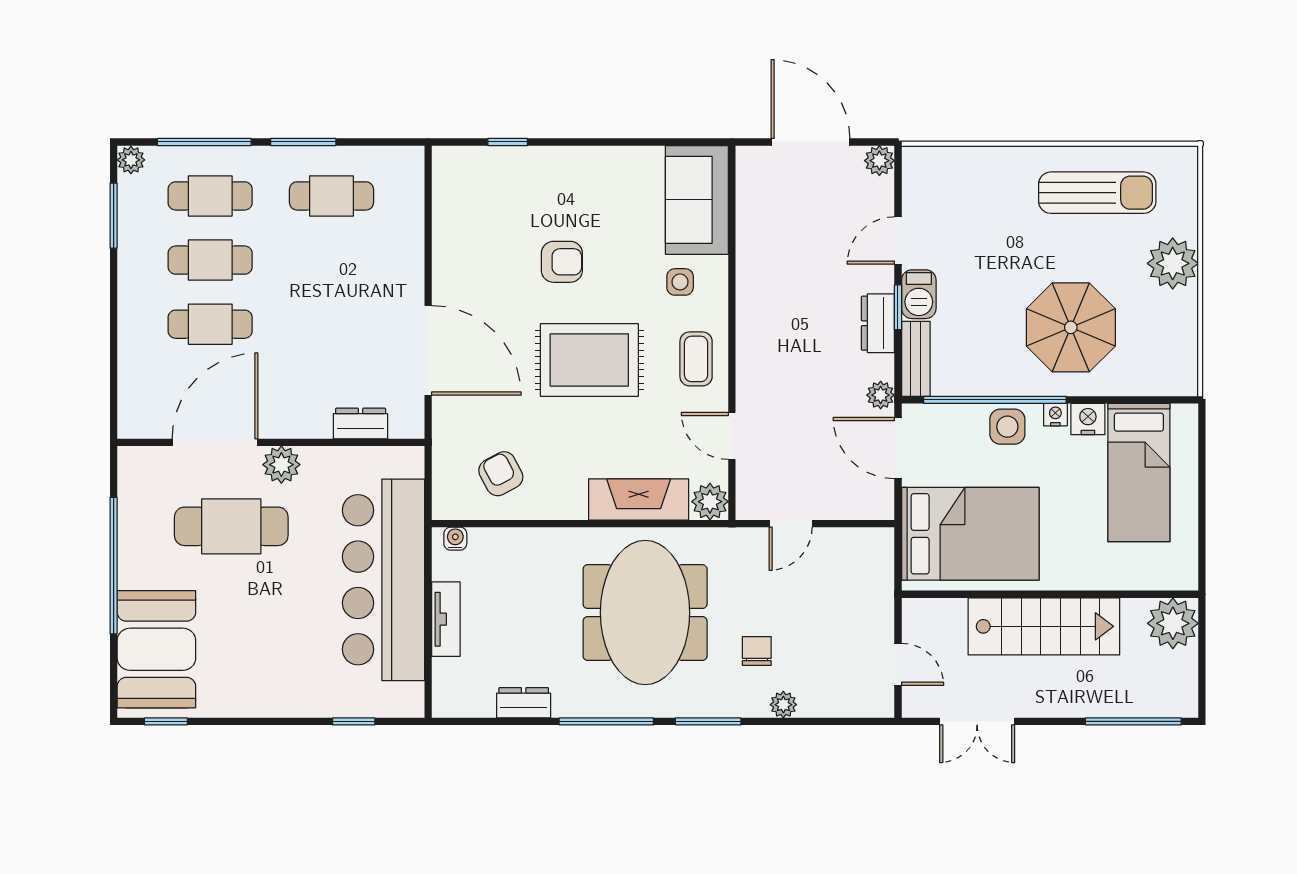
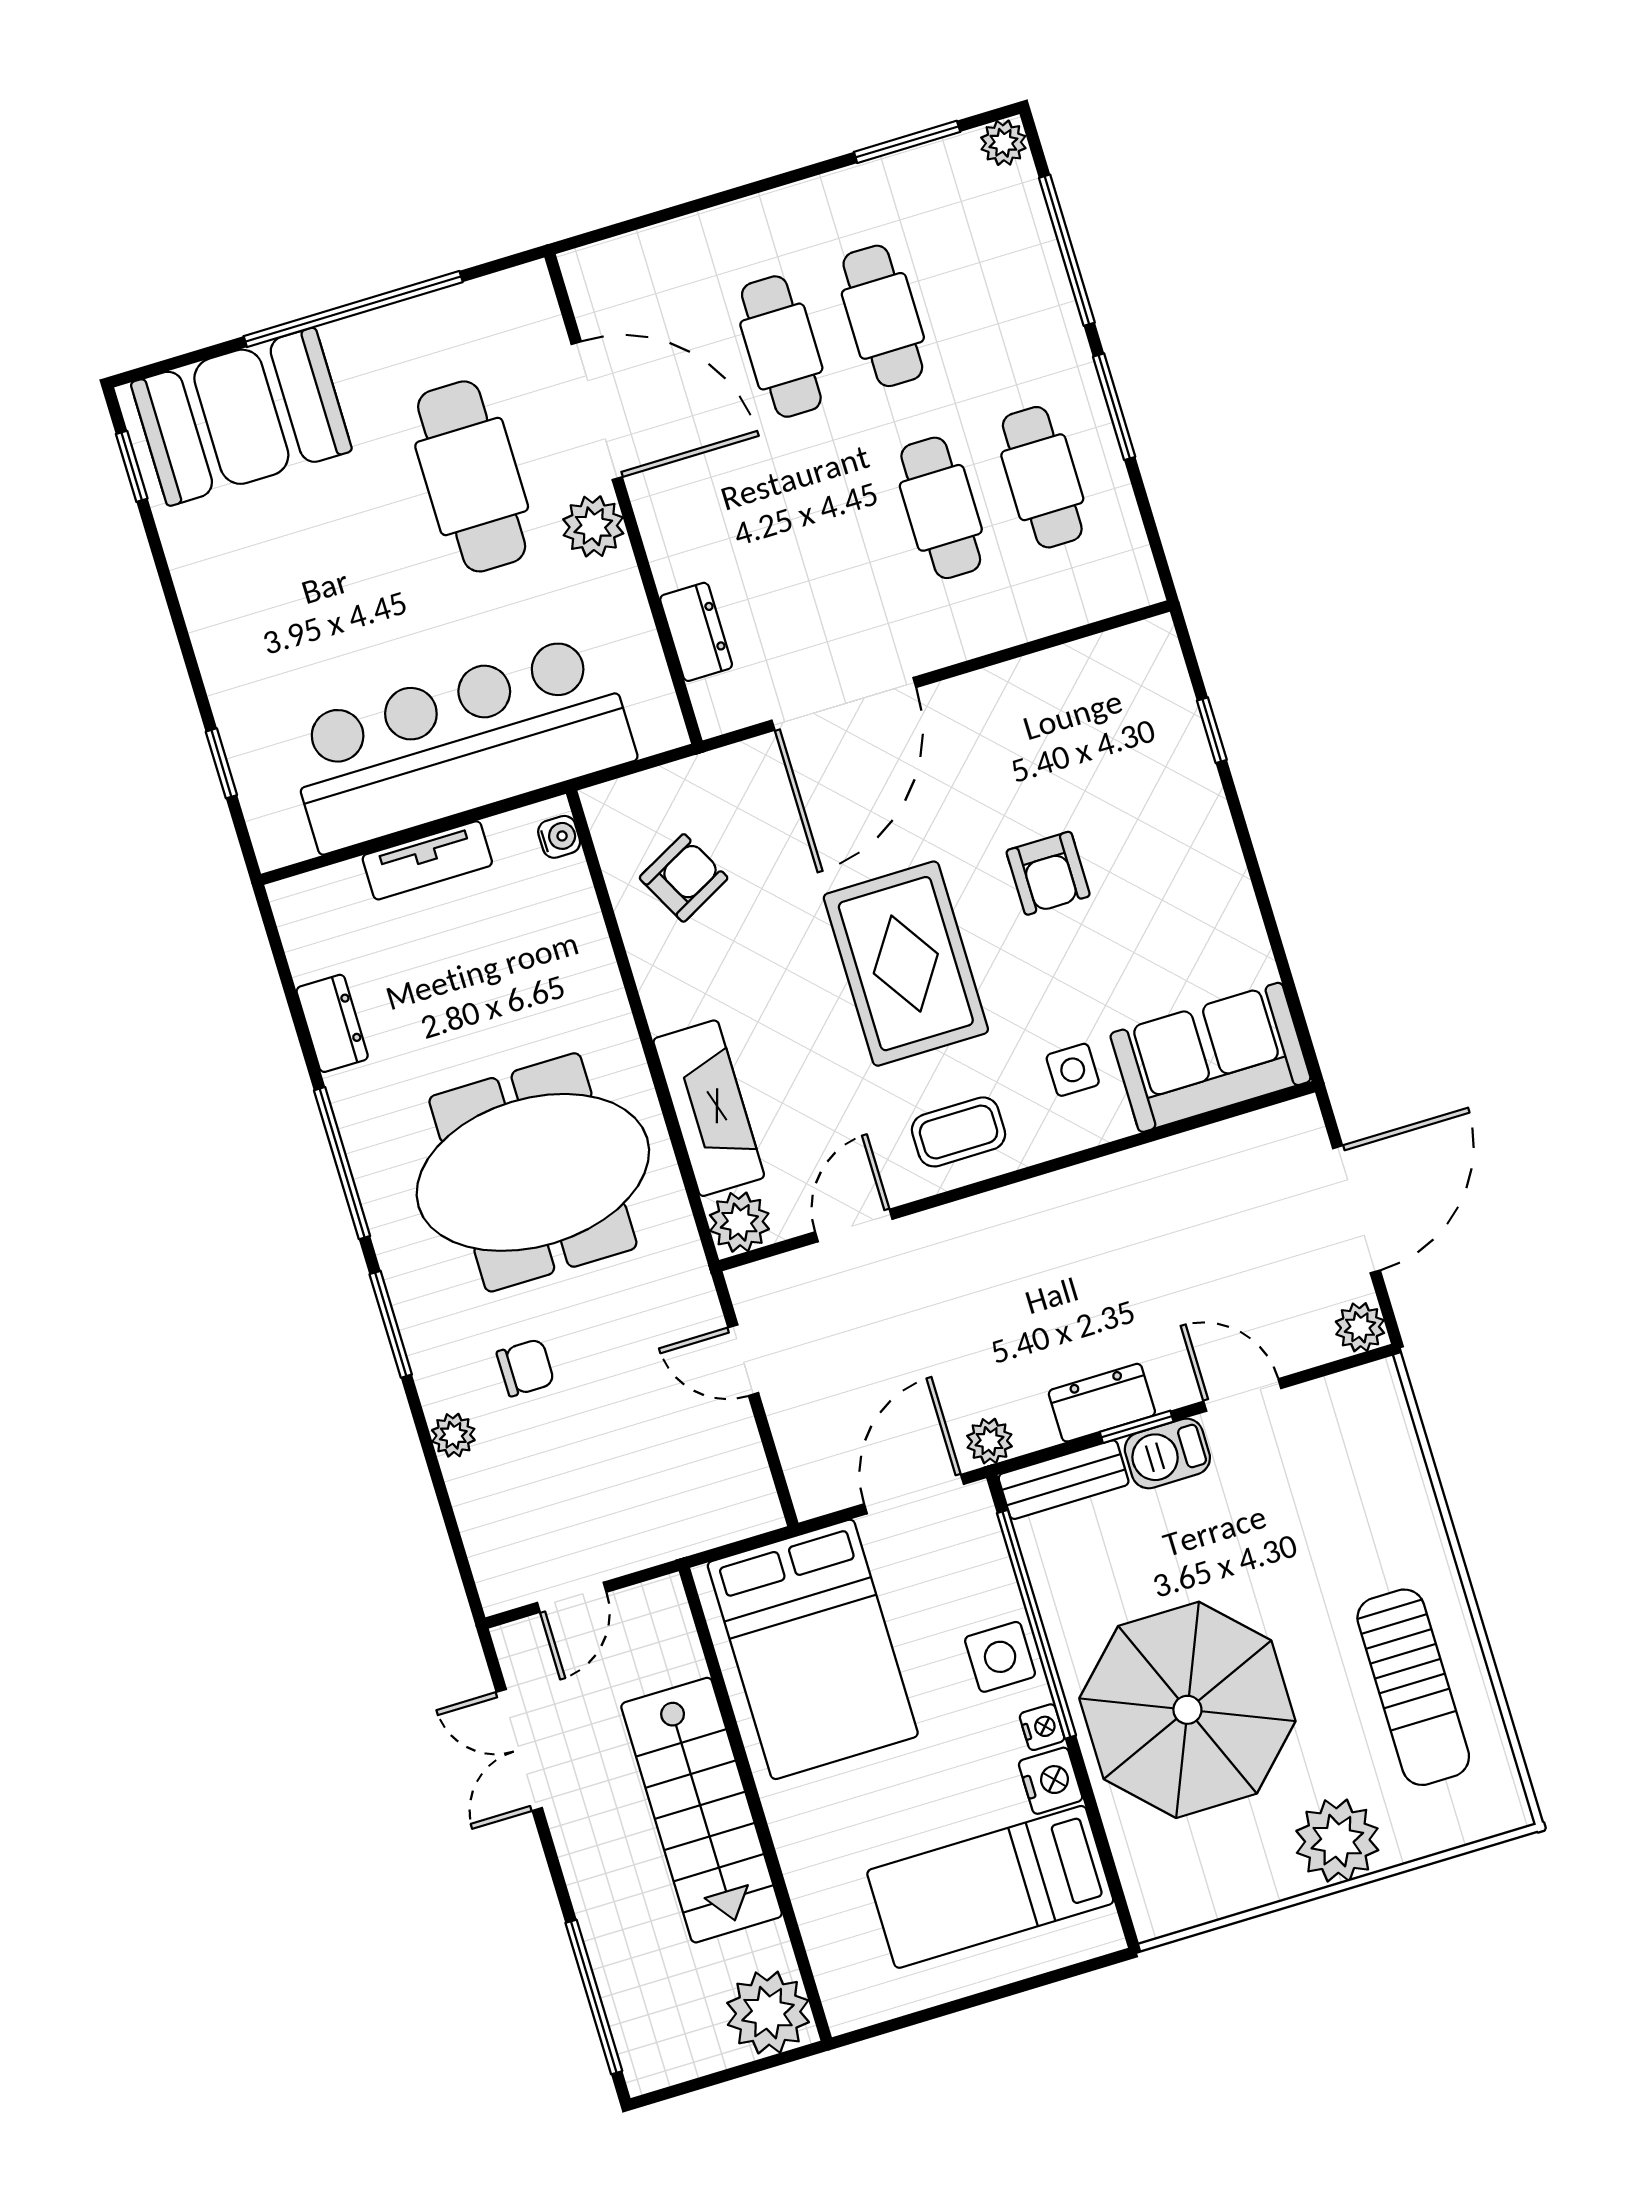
cafe table: (210, 196) -> (941, 508), moved
parasol: (1071, 327) -> (1187, 1710), width x1.36, depth x1.36

